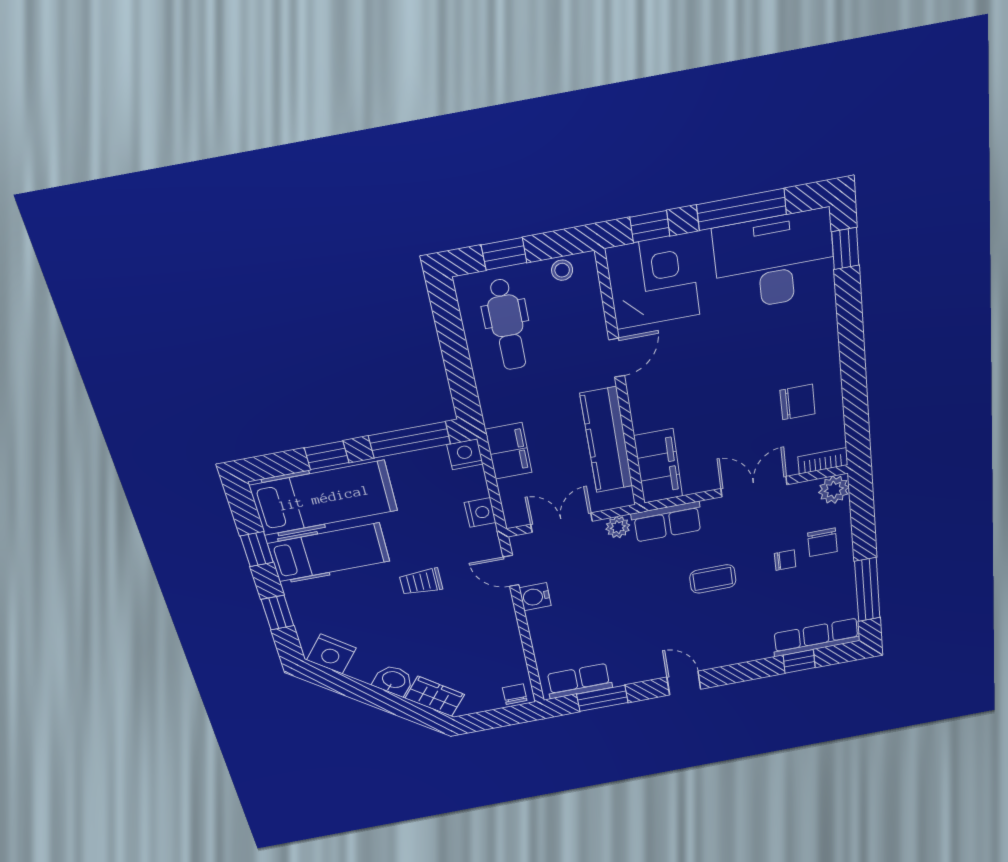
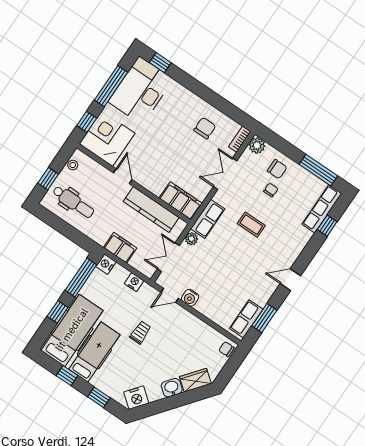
coffee table: (713, 579) -> (251, 225), turned 90
trolley: (421, 582) -> (140, 333), turned 180

